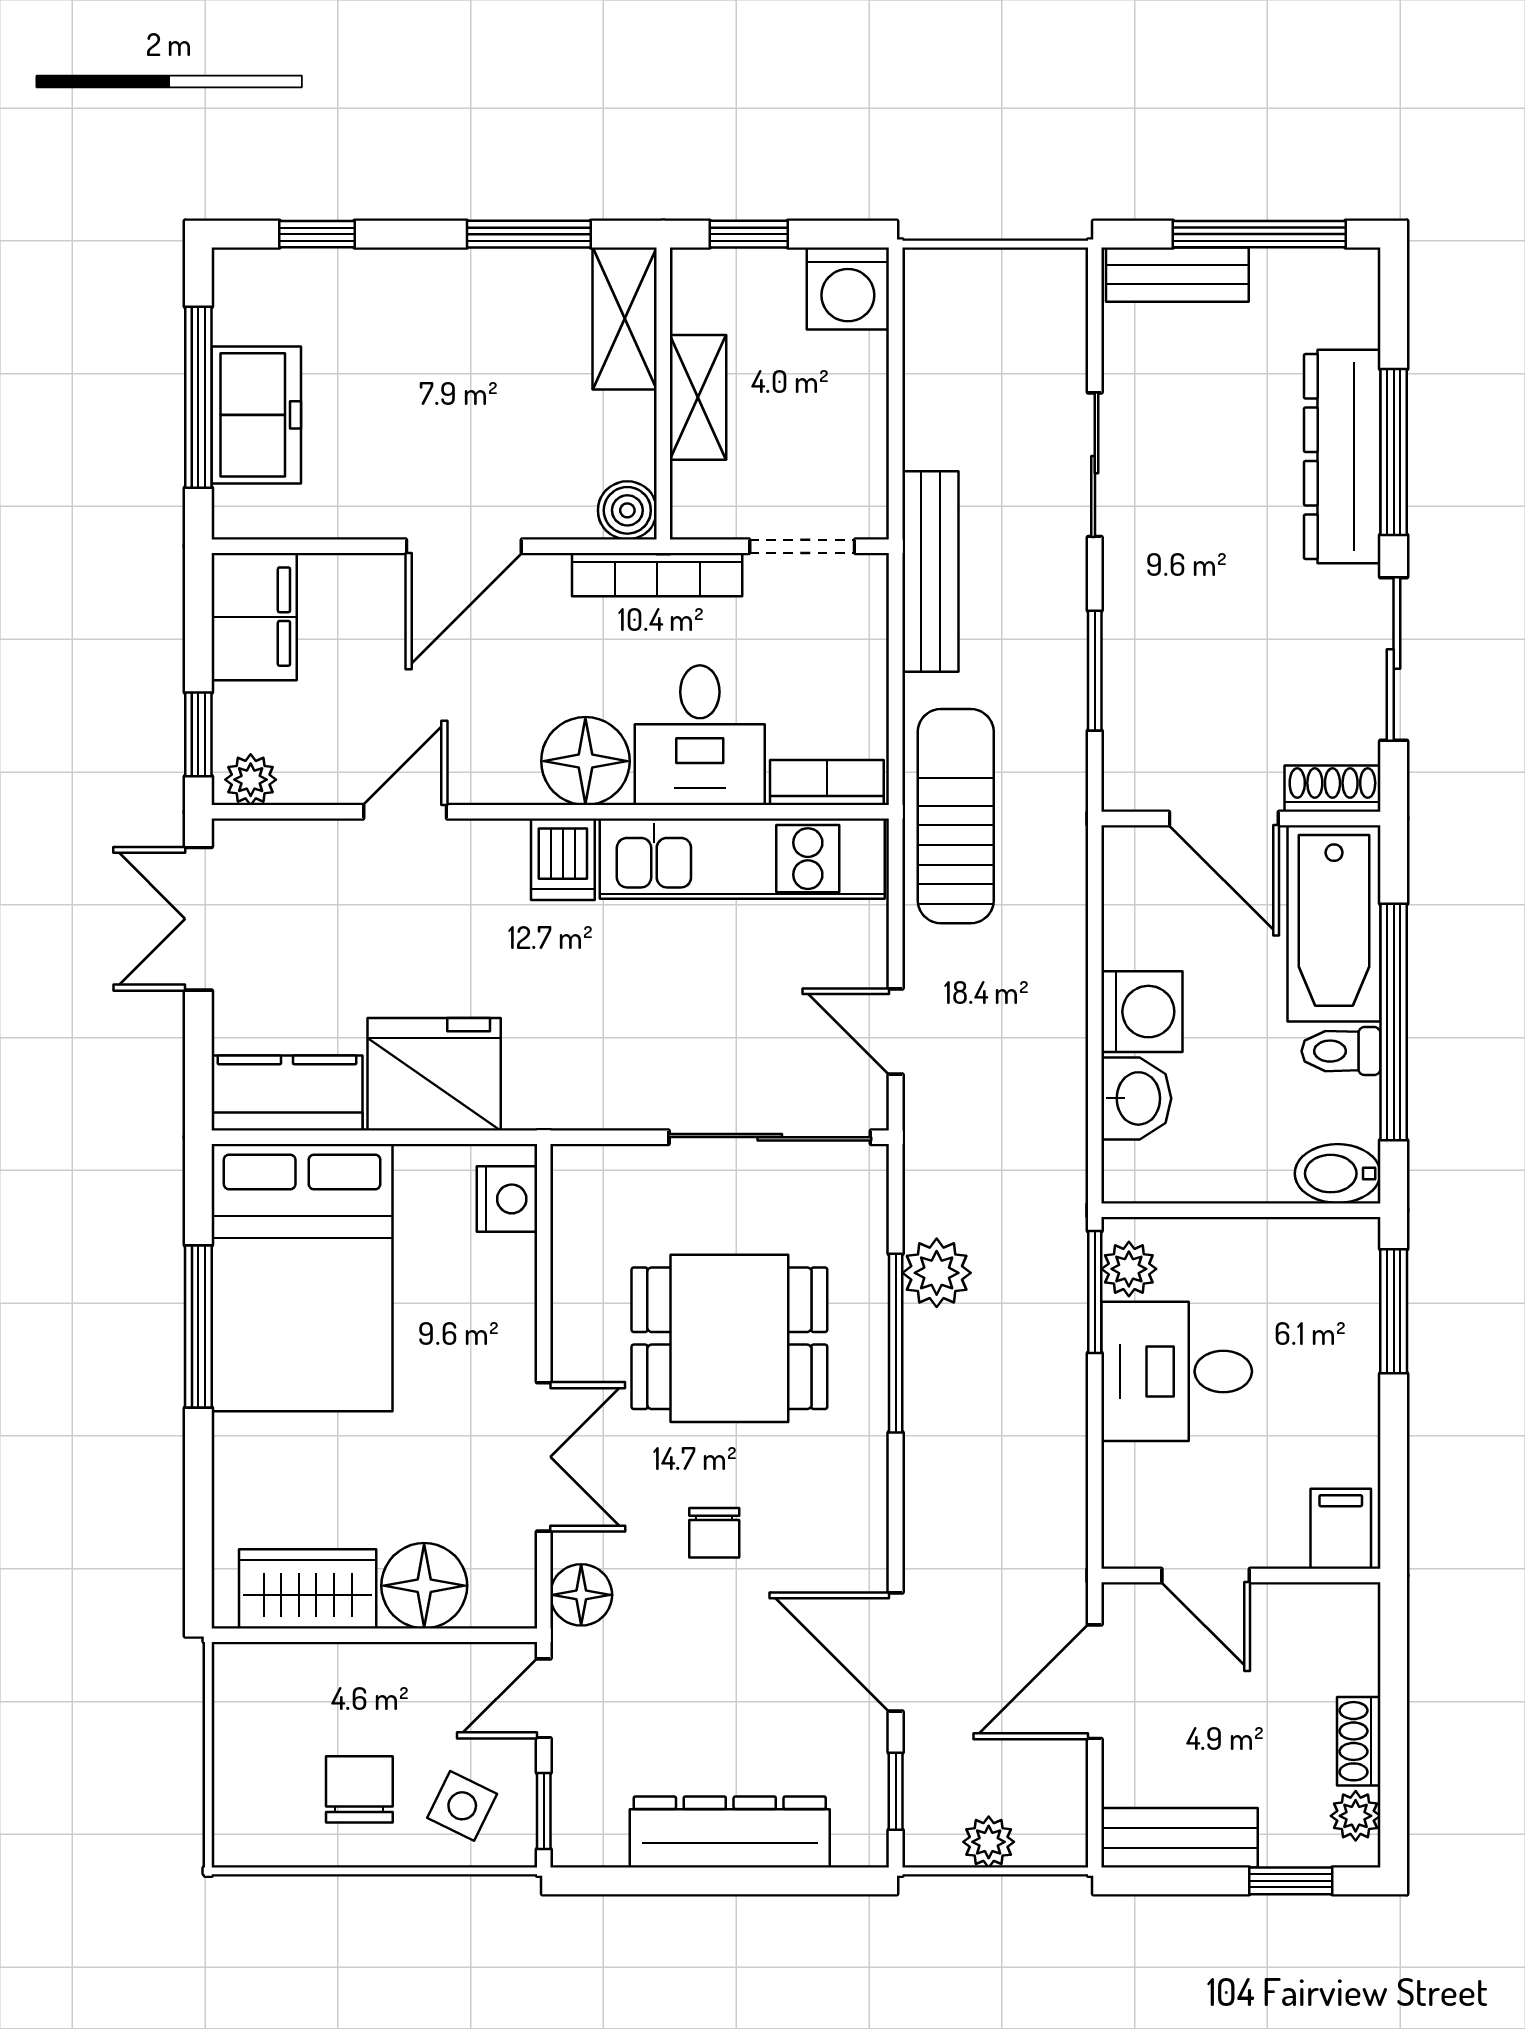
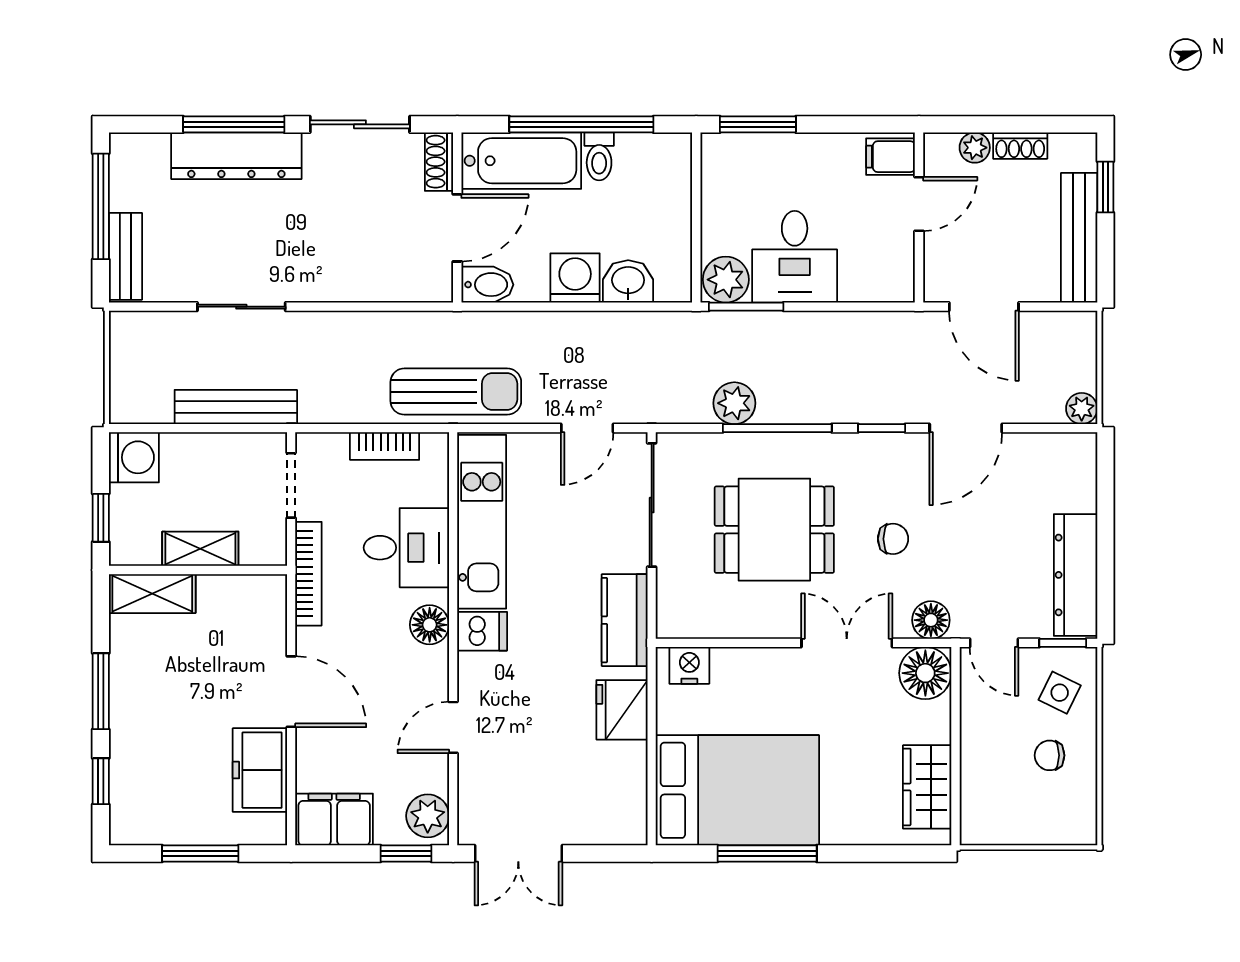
window: (529, 234) -> (101, 691), moved
window: (198, 397) -> (200, 854), width x0.69
freezer: (256, 415) -> (260, 770), moved, turned -90
boiler: (627, 510) -> (269, 592), removed
bench: (930, 572) -> (236, 407), moved
window: (1095, 671) -> (367, 307), removed
floor lamp: (585, 761) -> (430, 625), width x0.73, depth x0.73
plant: (251, 780) -> (428, 816), width x1.38, depth x1.38
bookcase: (827, 782) -> (385, 446), moved, turned -90
door: (405, 812) -> (453, 727), hinge flipped
sun lounger: (956, 816) -> (456, 392), turned 180
fridge: (434, 1074) -> (622, 710), width x0.73, depth x0.75
kitchen counter: (287, 1093) -> (625, 620), moved
bidet: (1338, 1174) -> (487, 285), moved, turned -90
plant: (1129, 1269) -> (726, 280), width x1.38, depth x1.38
dining table: (729, 1338) -> (774, 530), turned 90
door: (1206, 1575) -> (919, 204), moved
floor lamp: (424, 1586) -> (925, 673), moved
chair: (359, 1789) -> (1050, 755), width x0.73, depth x0.73
window: (896, 1791) -> (882, 428), moved
plant: (1356, 1816) -> (975, 148), moved
dresser: (730, 1832) -> (1076, 575), moved
bench: (1179, 1838) -> (1079, 238), width x1.36
plant: (989, 1842) -> (1082, 409), moved

